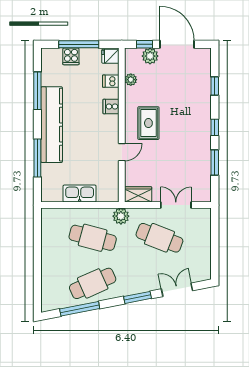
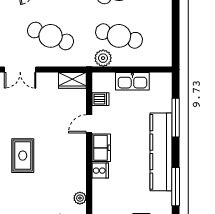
dishwasher: (111, 81) -> (101, 99), moved
rug: (148, 123) -> (23, 156), moved
freezer: (110, 129) -> (101, 148), added
double door: (176, 205) -> (20, 69), moved
plant: (121, 216) -> (103, 58), moved

